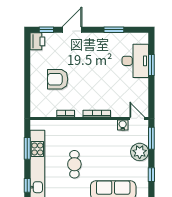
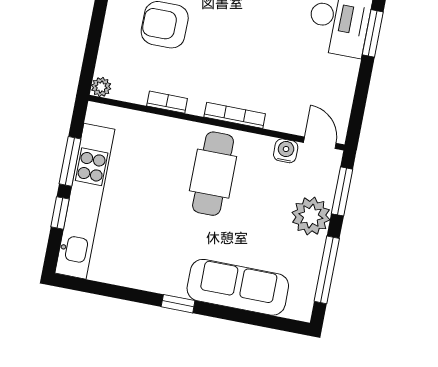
plant: (35, 113) -> (101, 87), added
cafe table: (74, 164) -> (213, 174), moved, width x1.37, depth x1.35
window: (151, 175) -> (327, 270), width x2.17
window: (27, 185) -> (60, 213), moved

